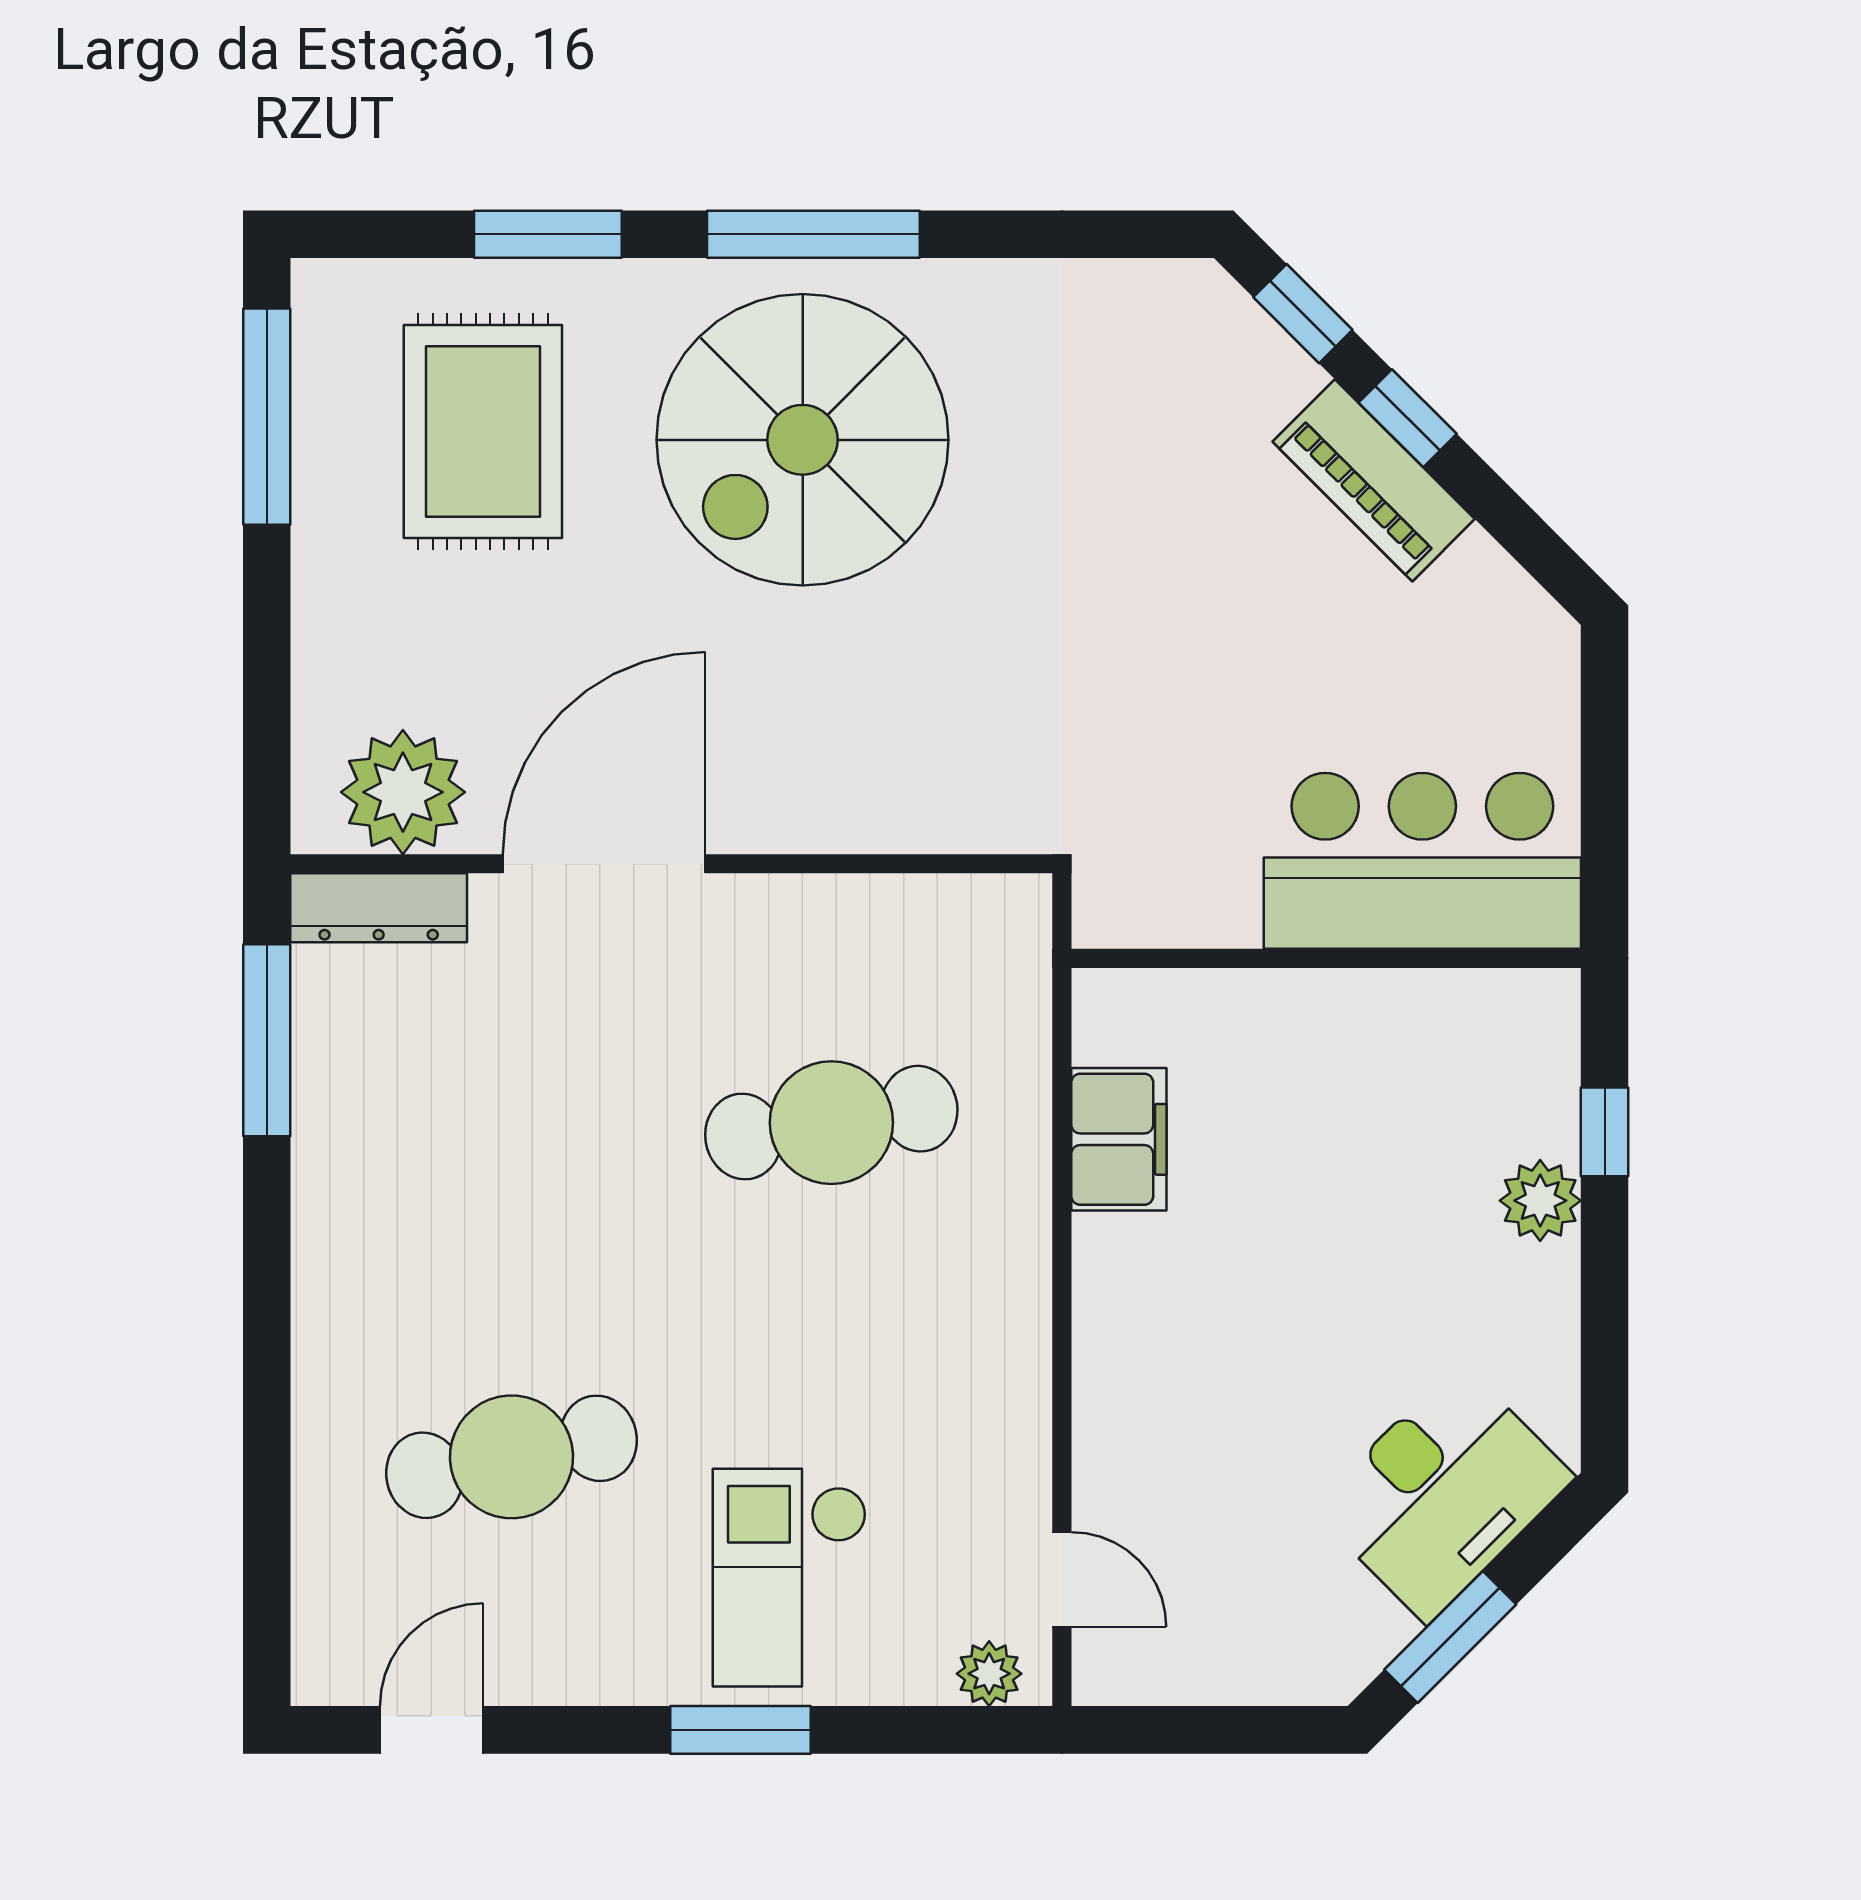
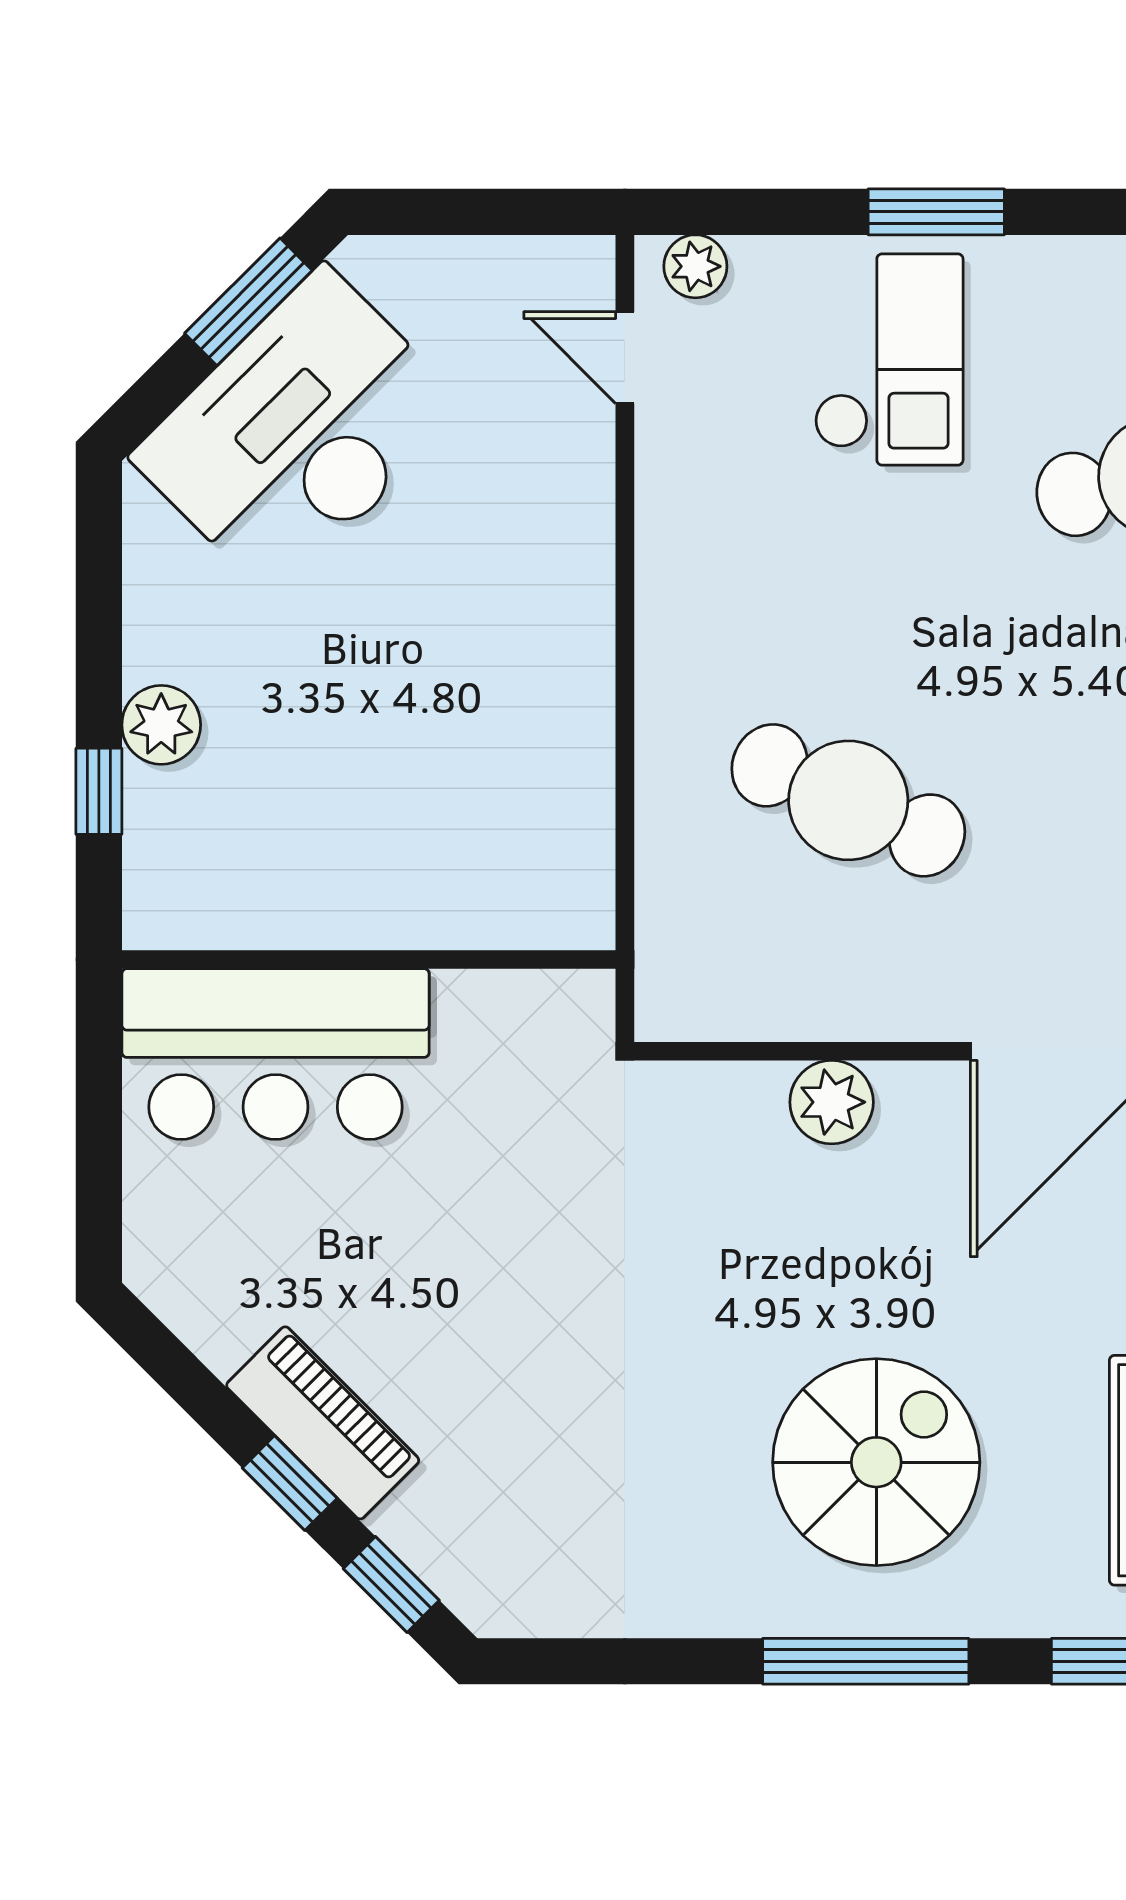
spiral stairs: (803, 440) -> (876, 1462), width x0.73, depth x0.73
plant: (849, 811) -> (832, 1102), added
cafe table: (831, 1123) -> (848, 800), turned 33
filing cabinet: (1119, 1139) -> (570, 784), removed
desk: (1443, 1493) -> (299, 432), width x1.36, depth x1.30

